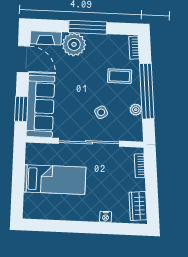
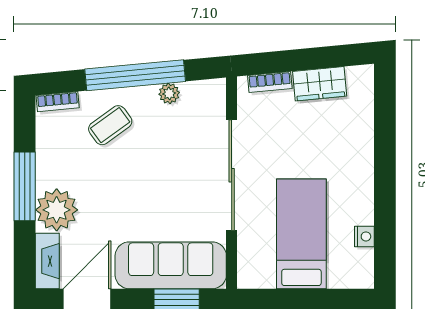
coffee table: (120, 76) -> (110, 125), turned 54
side table: (101, 112) -> (177, 156), removed
wardrobe: (138, 206) -> (320, 84), moved
nightstand: (106, 217) -> (364, 236), moved

